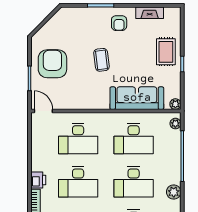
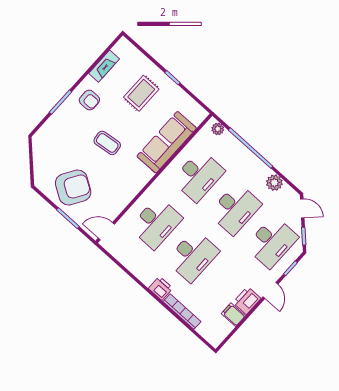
rug: (166, 52) -> (141, 93), moved, turned 90
armchair: (52, 64) -> (73, 188), turned 122
plant: (175, 104) -> (201, 114), removed

